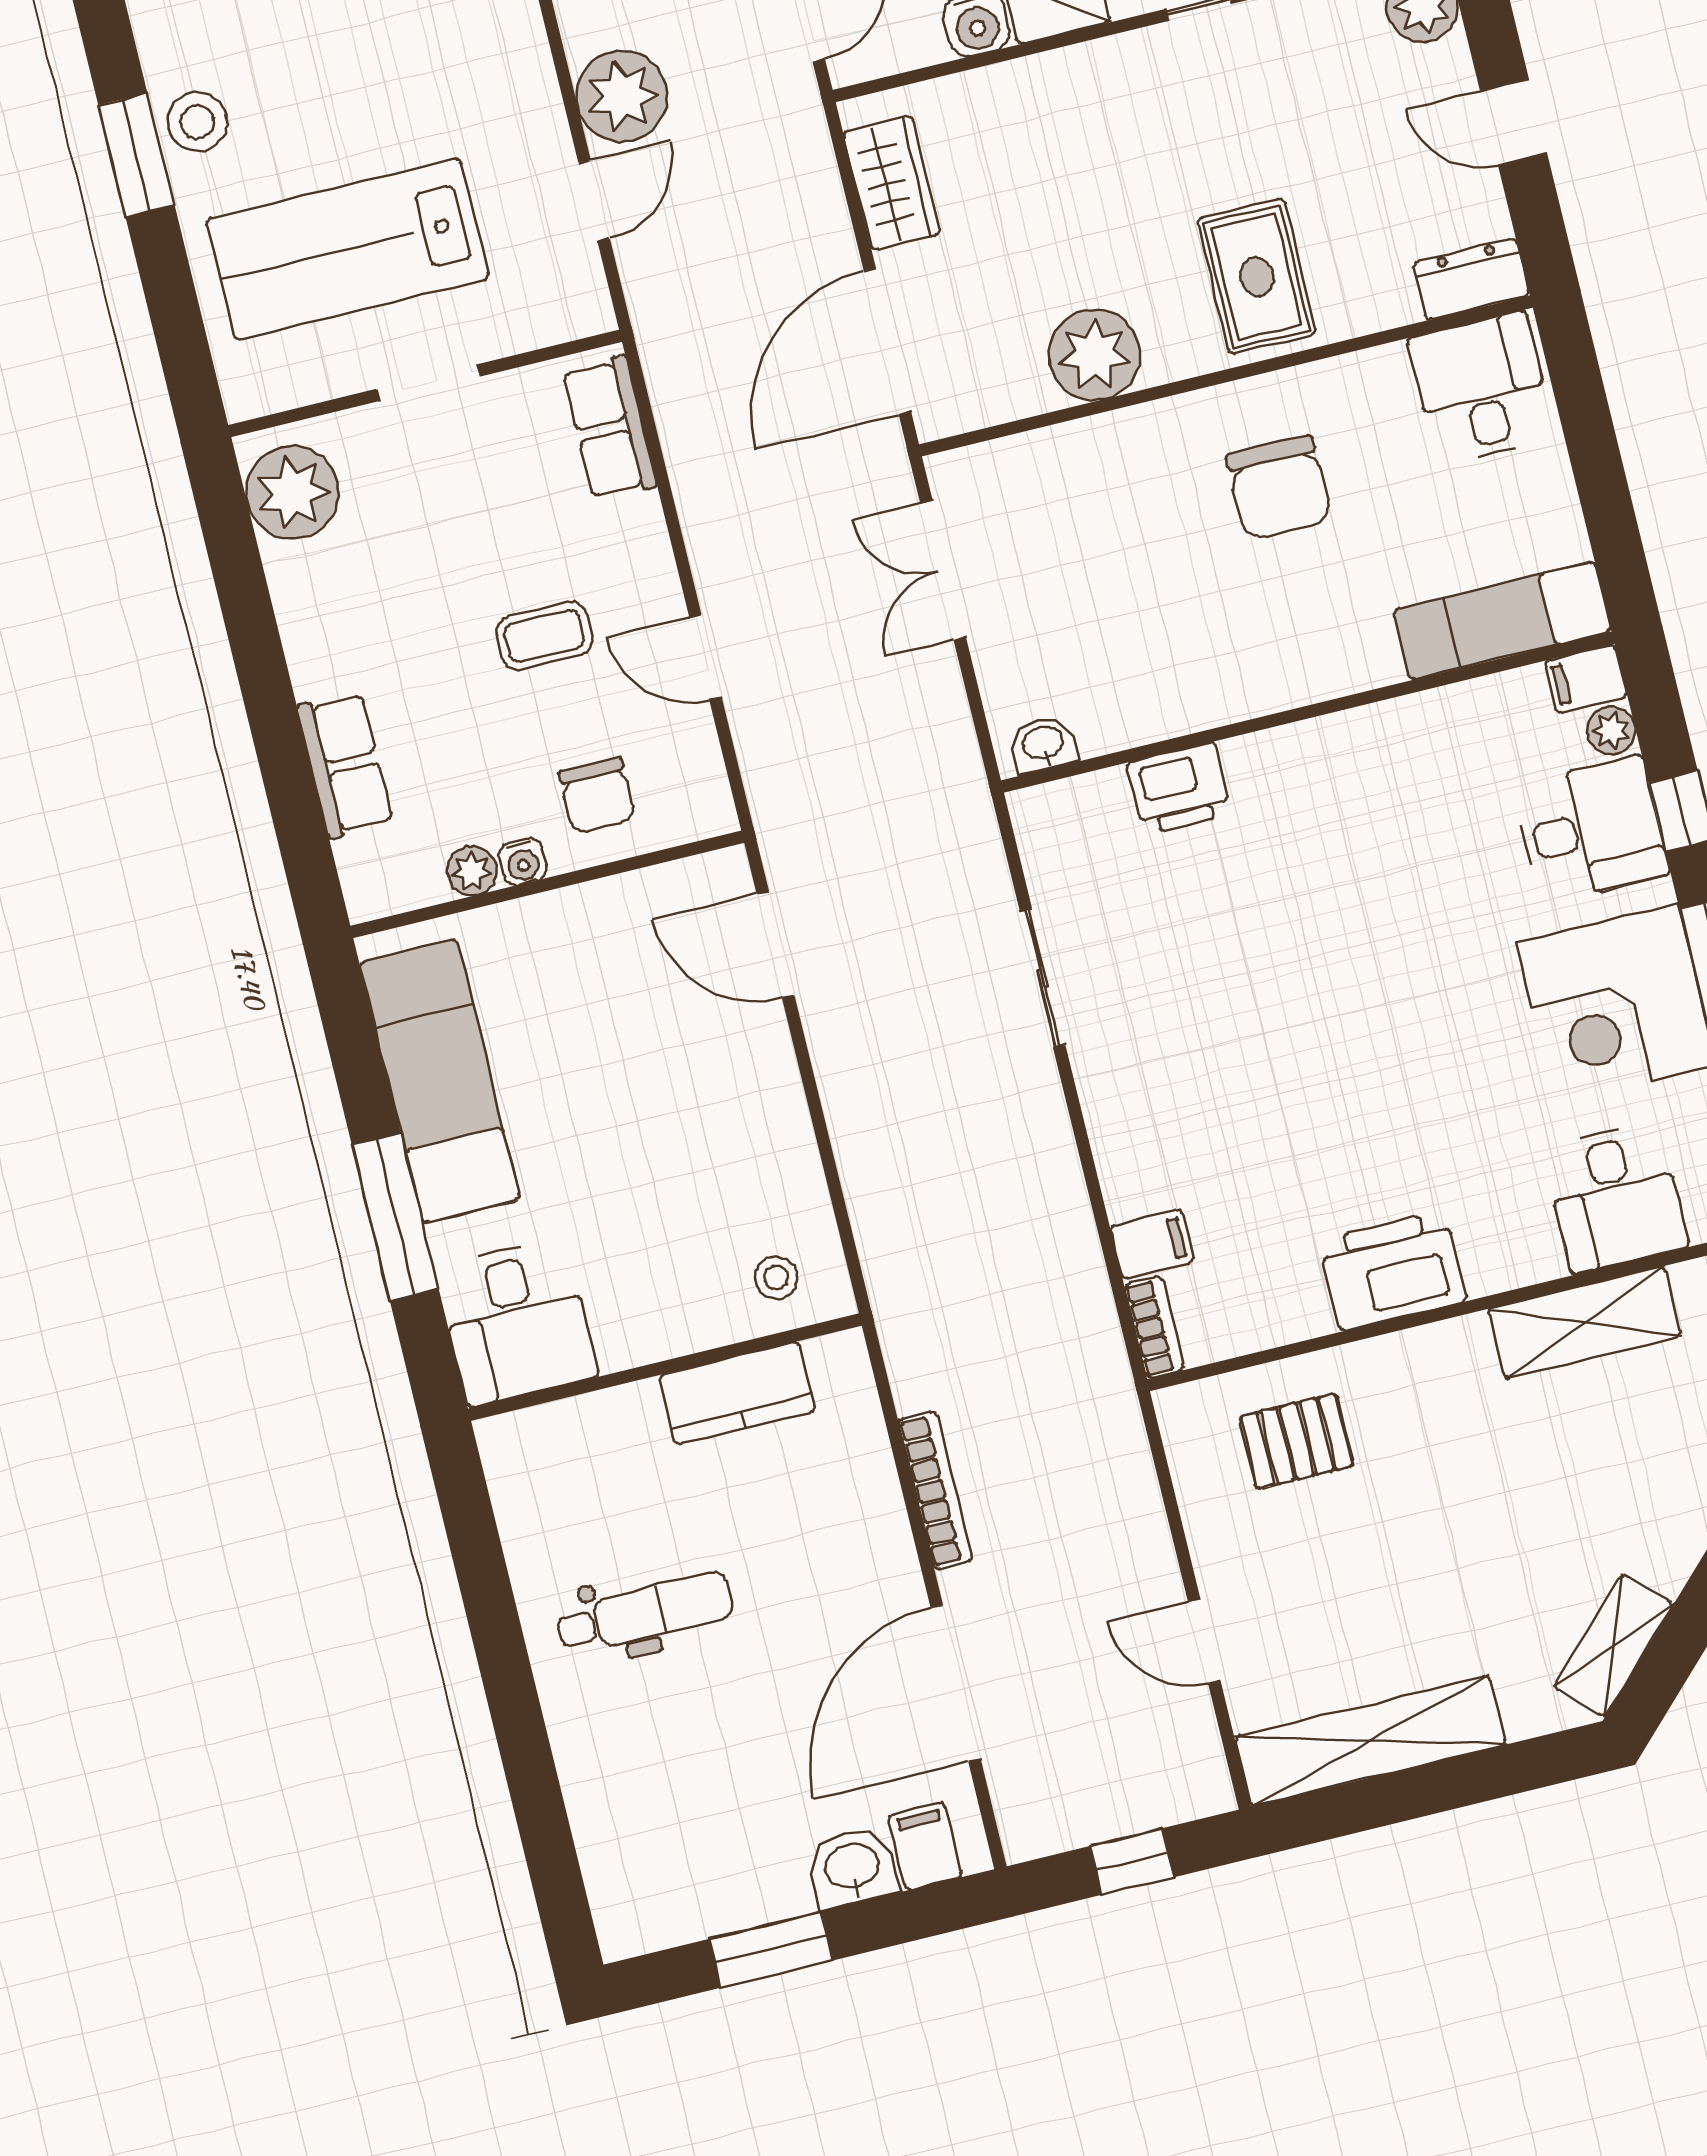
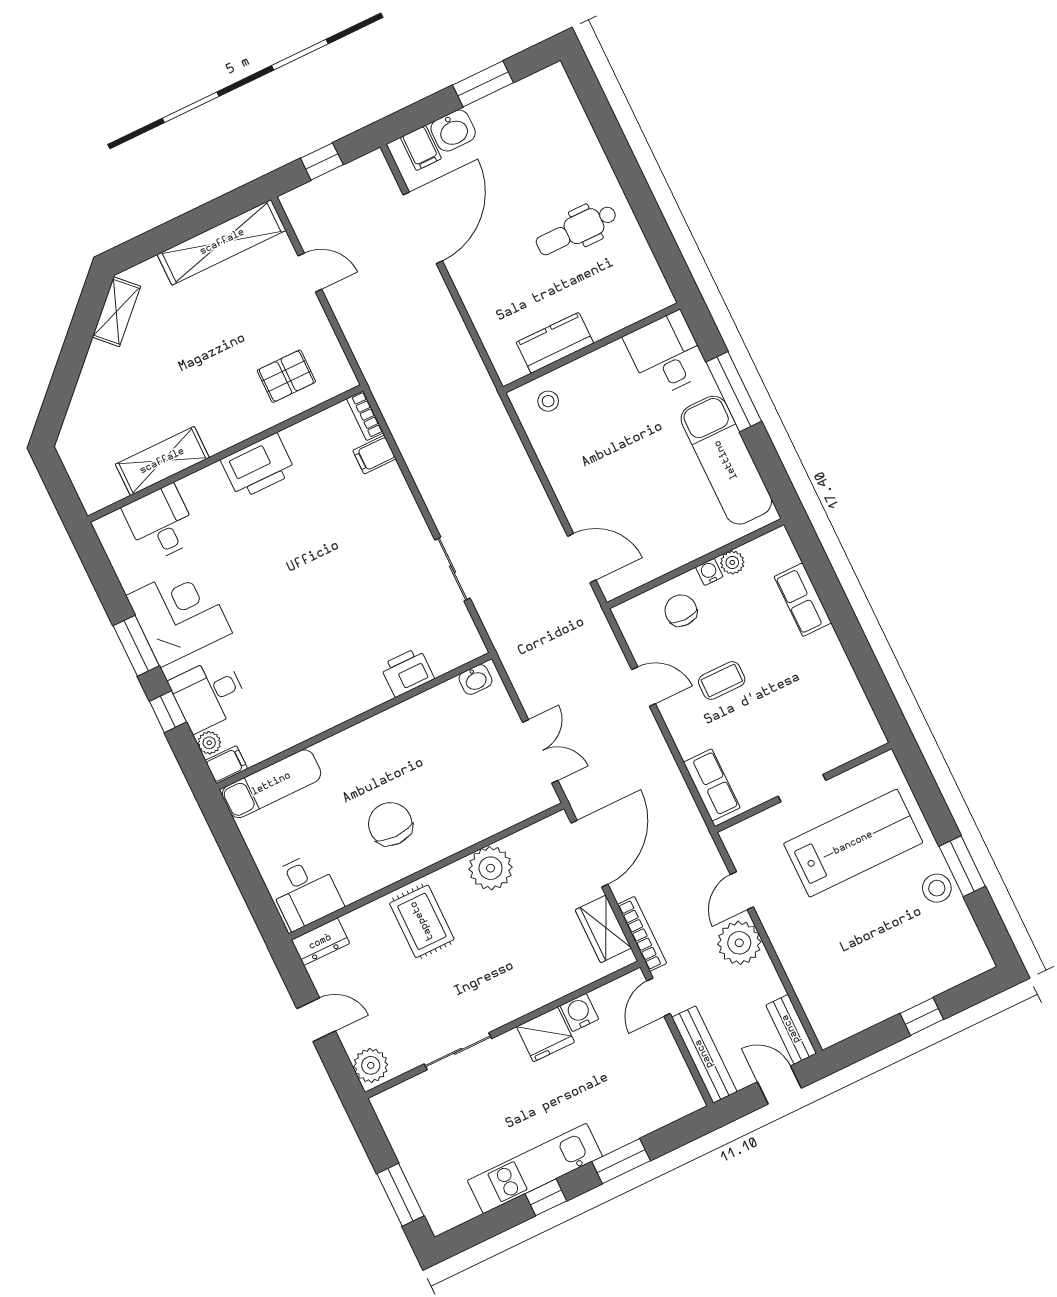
plant: (292, 492) -> (855, 723), removed
bookcase: (935, 1490) -> (642, 934), moved, turned 180

